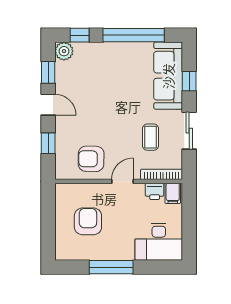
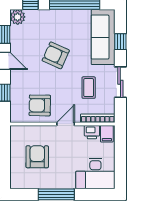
armchair: (110, 98) -> (56, 55), added

